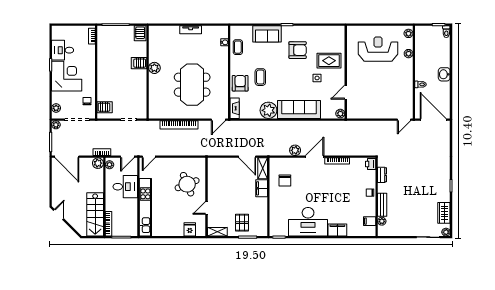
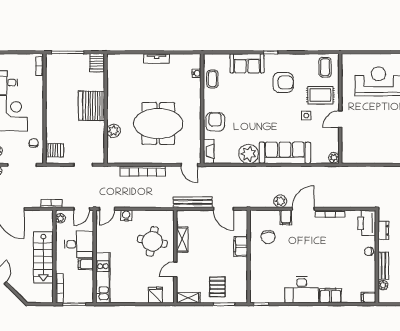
server rack: (139, 63) -> (91, 106), width x2.18, depth x1.44
plant: (154, 68) -> (114, 131), moved
coffee table: (260, 77) -> (325, 67), moved
meeting table: (192, 85) -> (158, 123), turned 90
door: (346, 92) -> (340, 119), moved
door: (218, 120) -> (189, 165), hinge flipped
bench: (221, 151) -> (193, 202), added
water cooler: (165, 162) -> (126, 215), added
plant: (98, 163) -> (47, 216), removed
filing cabinet: (300, 164) -> (286, 217), added
printer: (371, 164) -> (367, 223), width x1.87, depth x1.48
shelving: (263, 168) -> (182, 240), moved
round table: (187, 184) -> (152, 241), turned 33
filing cabinet: (131, 204) -> (86, 264), added
kitchen unit: (145, 207) -> (103, 278), width x0.73
stairs: (95, 214) -> (43, 257), moved
filing cabinet: (370, 221) -> (369, 298), moved
desk: (308, 222) -> (302, 290), width x0.73, depth x0.77

